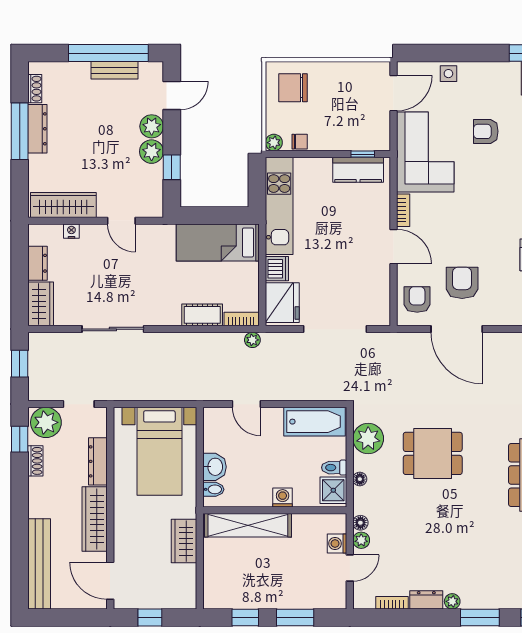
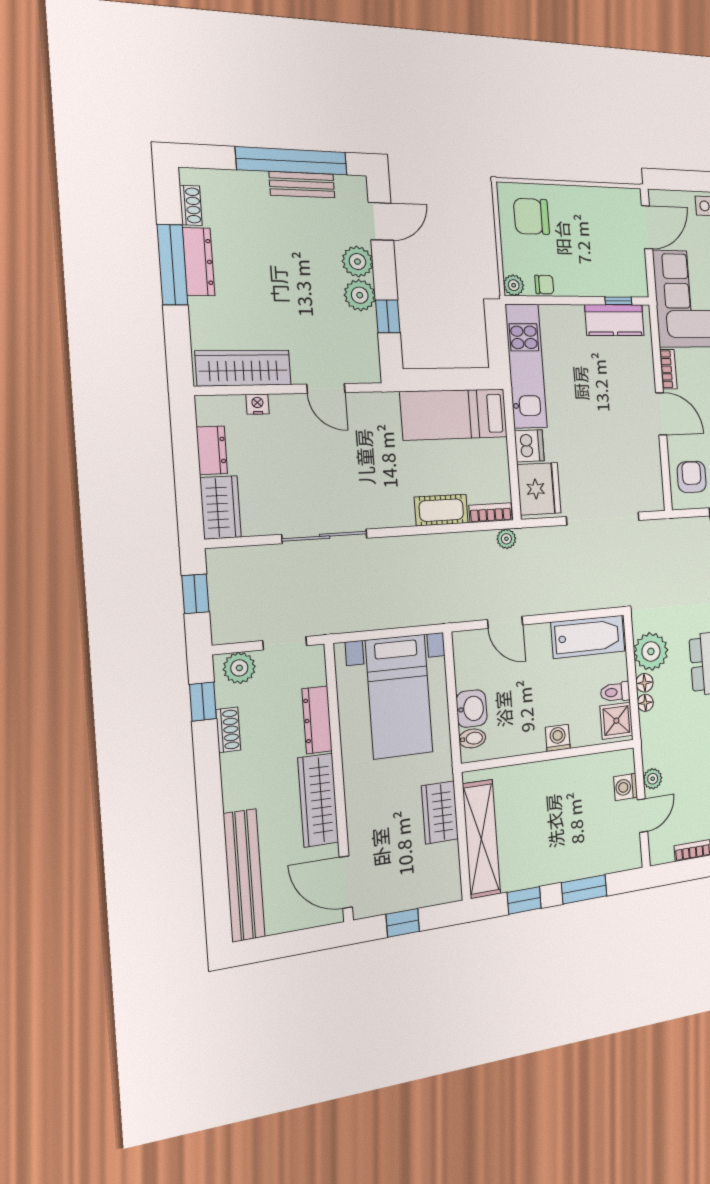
plant: (46, 422) -> (239, 668), width x0.73, depth x0.73
floor lamp: (360, 523) -> (644, 683), moved
shelving: (248, 525) -> (481, 839), moved, turned 90

